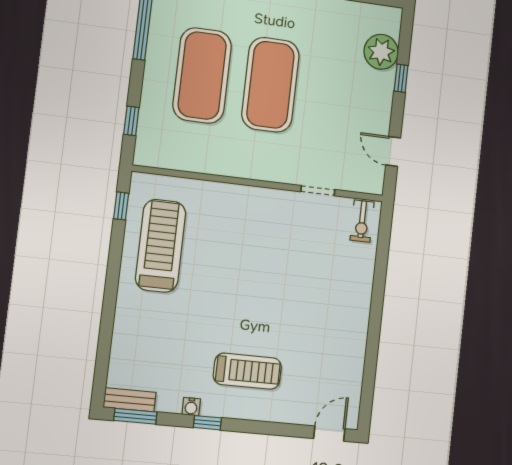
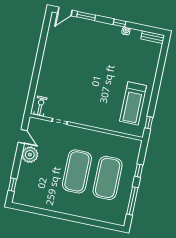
plant: (381, 52) -> (30, 155), moved
window: (401, 78) -> (13, 185), moved
window: (131, 121) -> (139, 171), moved
treadmill: (247, 371) -> (99, 44), removed
window: (135, 416) -> (86, 16), moved

